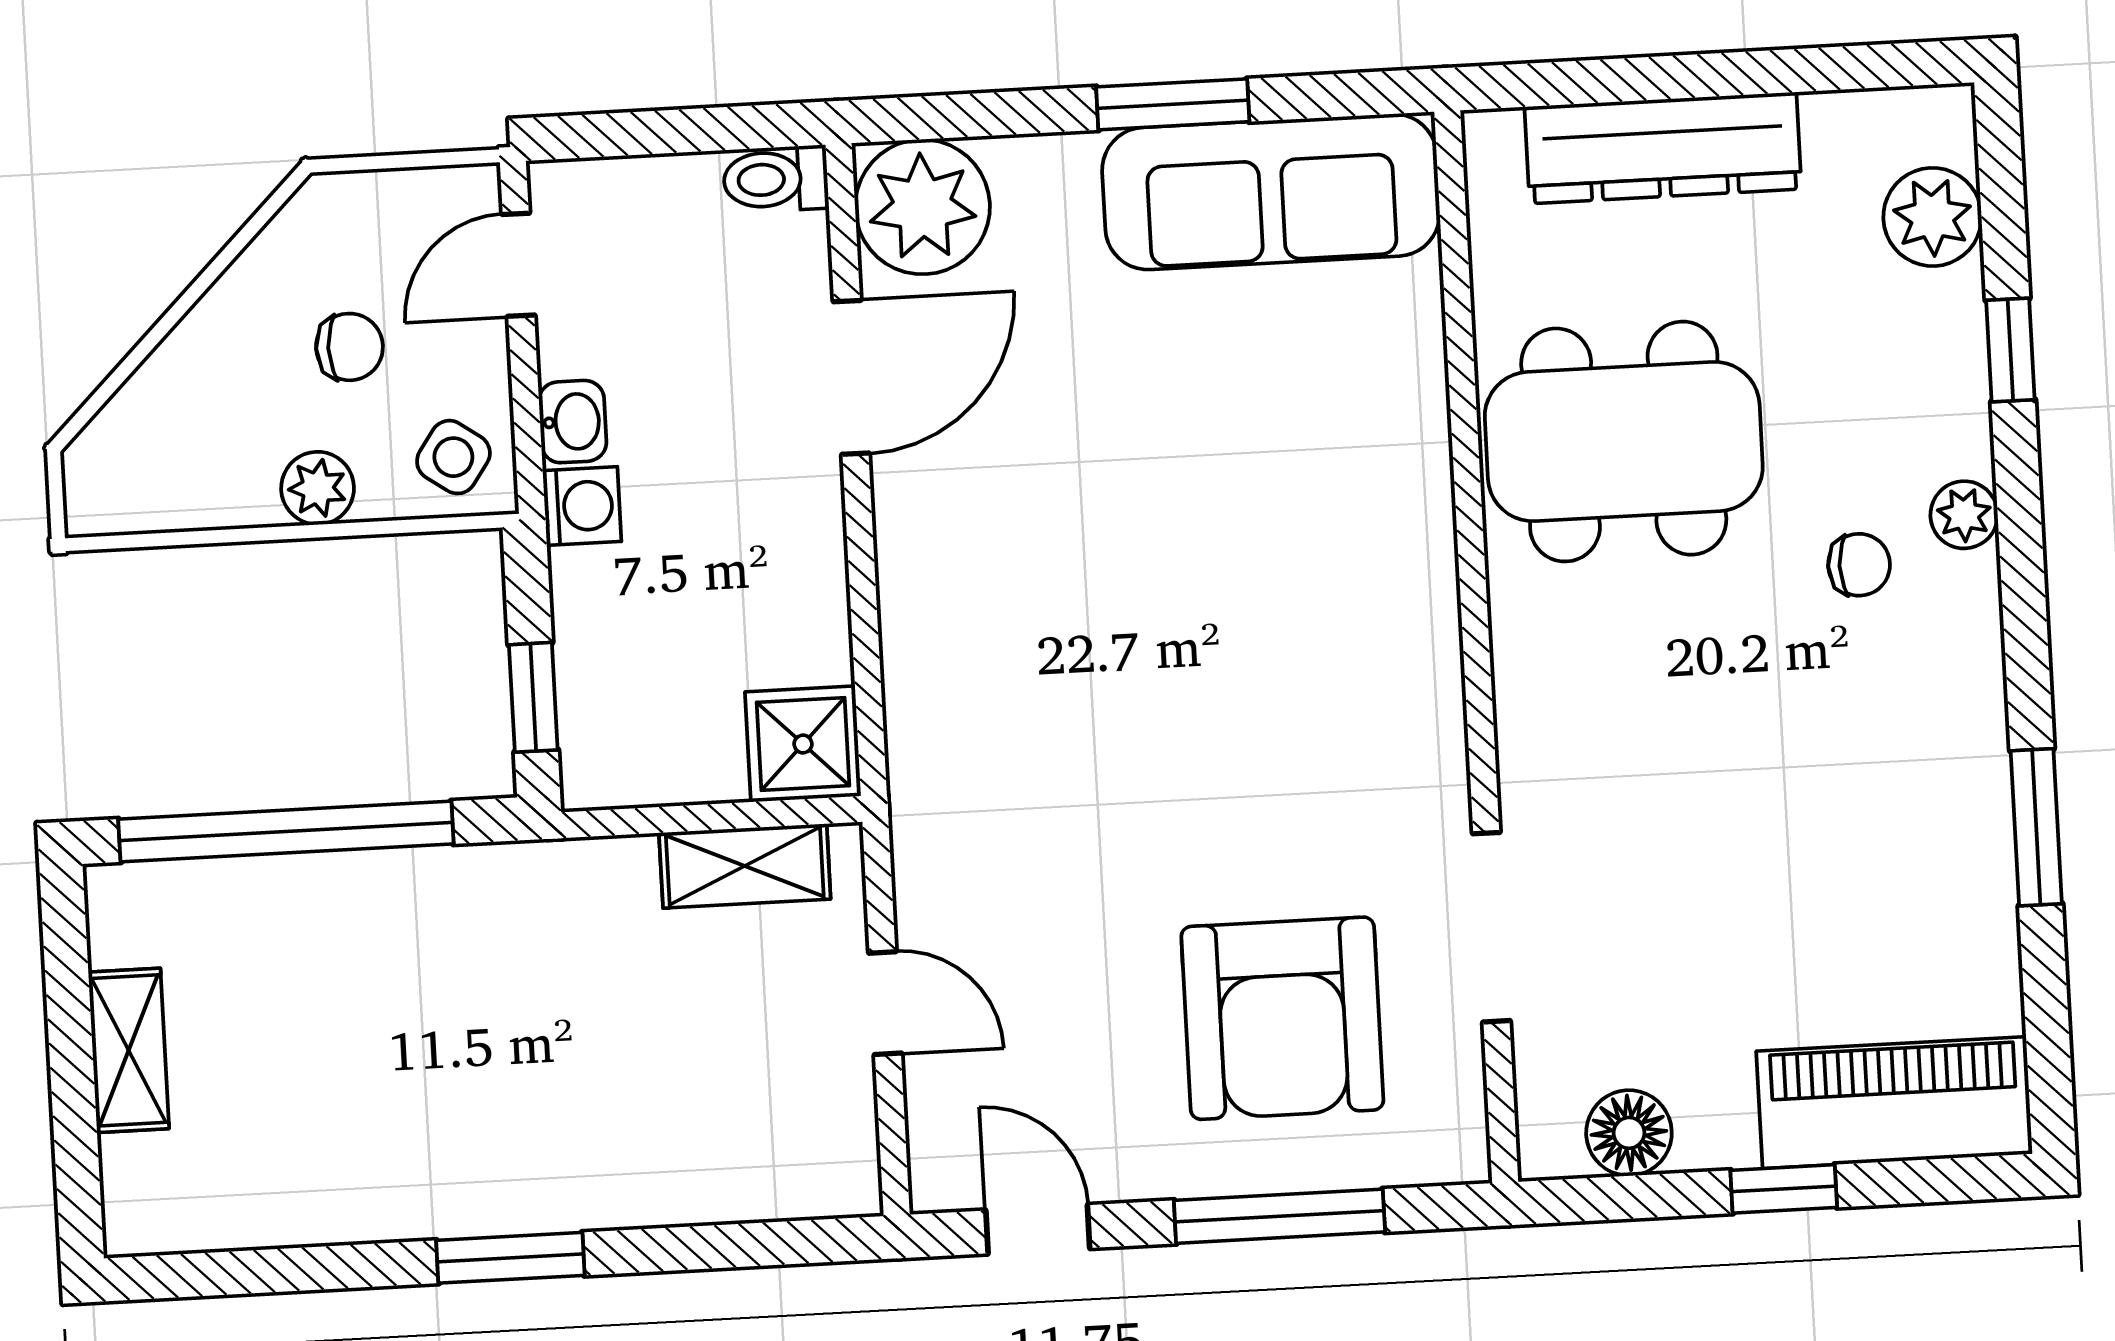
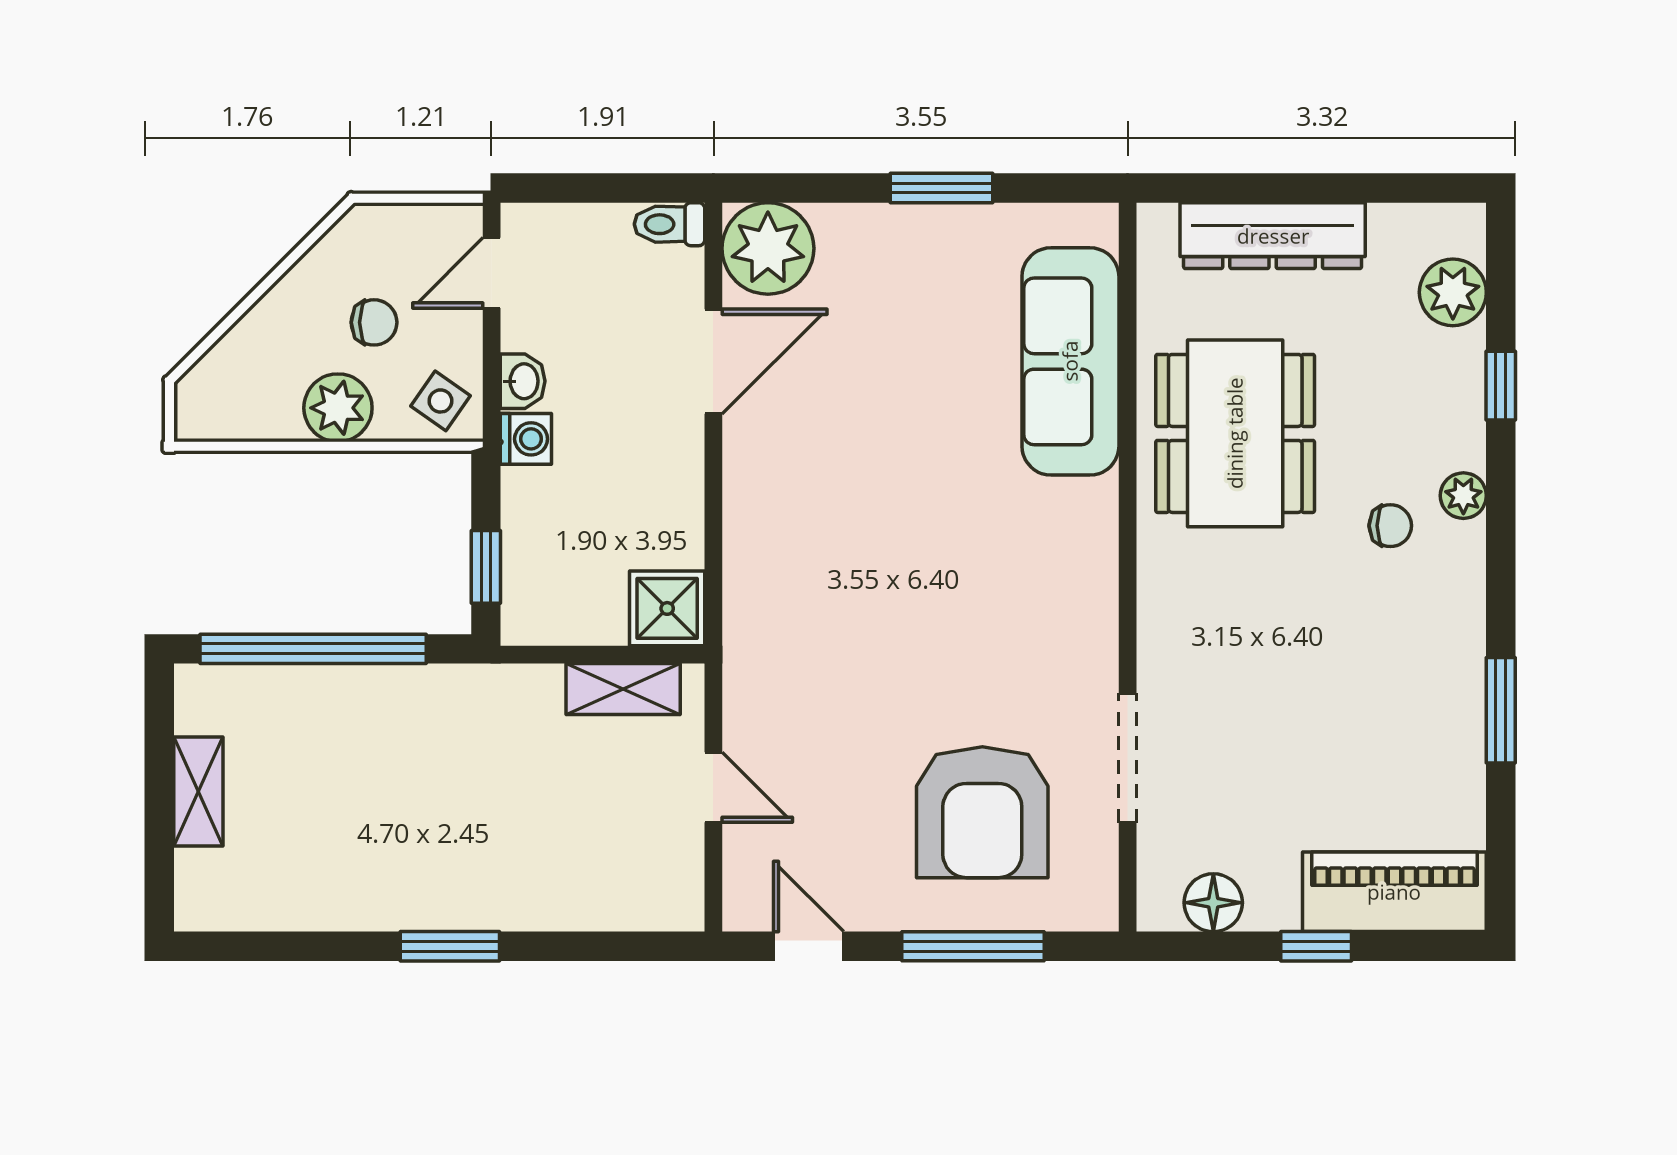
sofa: (1271, 192) -> (1070, 361), moved, turned 90
dining table: (1624, 442) -> (1235, 433), turned 90
plant: (318, 488) -> (338, 408), width x1.38, depth x1.38

